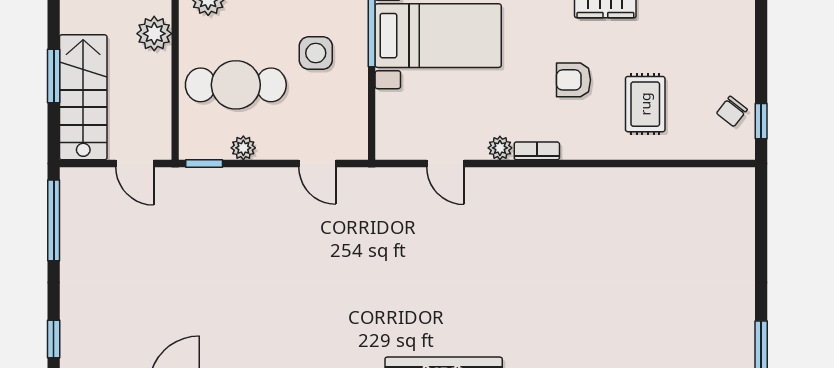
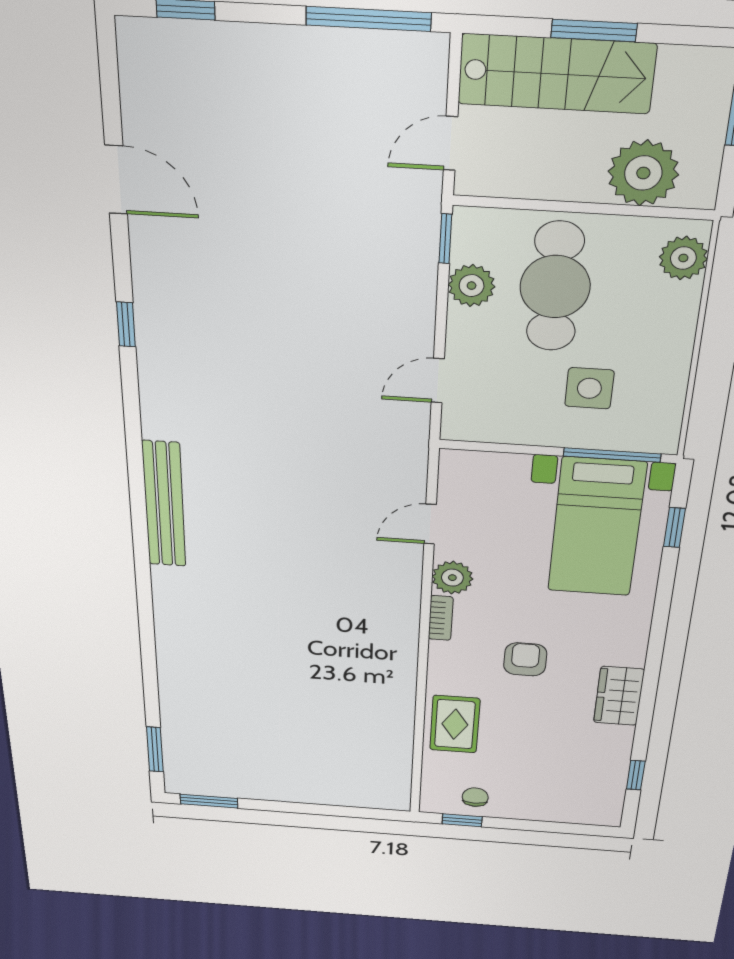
plant: (154, 34) -> (643, 173), width x1.36, depth x1.36
rug: (645, 104) -> (455, 724), moved, turned 90
chair: (732, 111) -> (475, 797), turned 52
plant: (243, 148) -> (472, 286), width x1.38, depth x1.38
plant: (500, 148) -> (452, 578), width x1.38, depth x1.38

